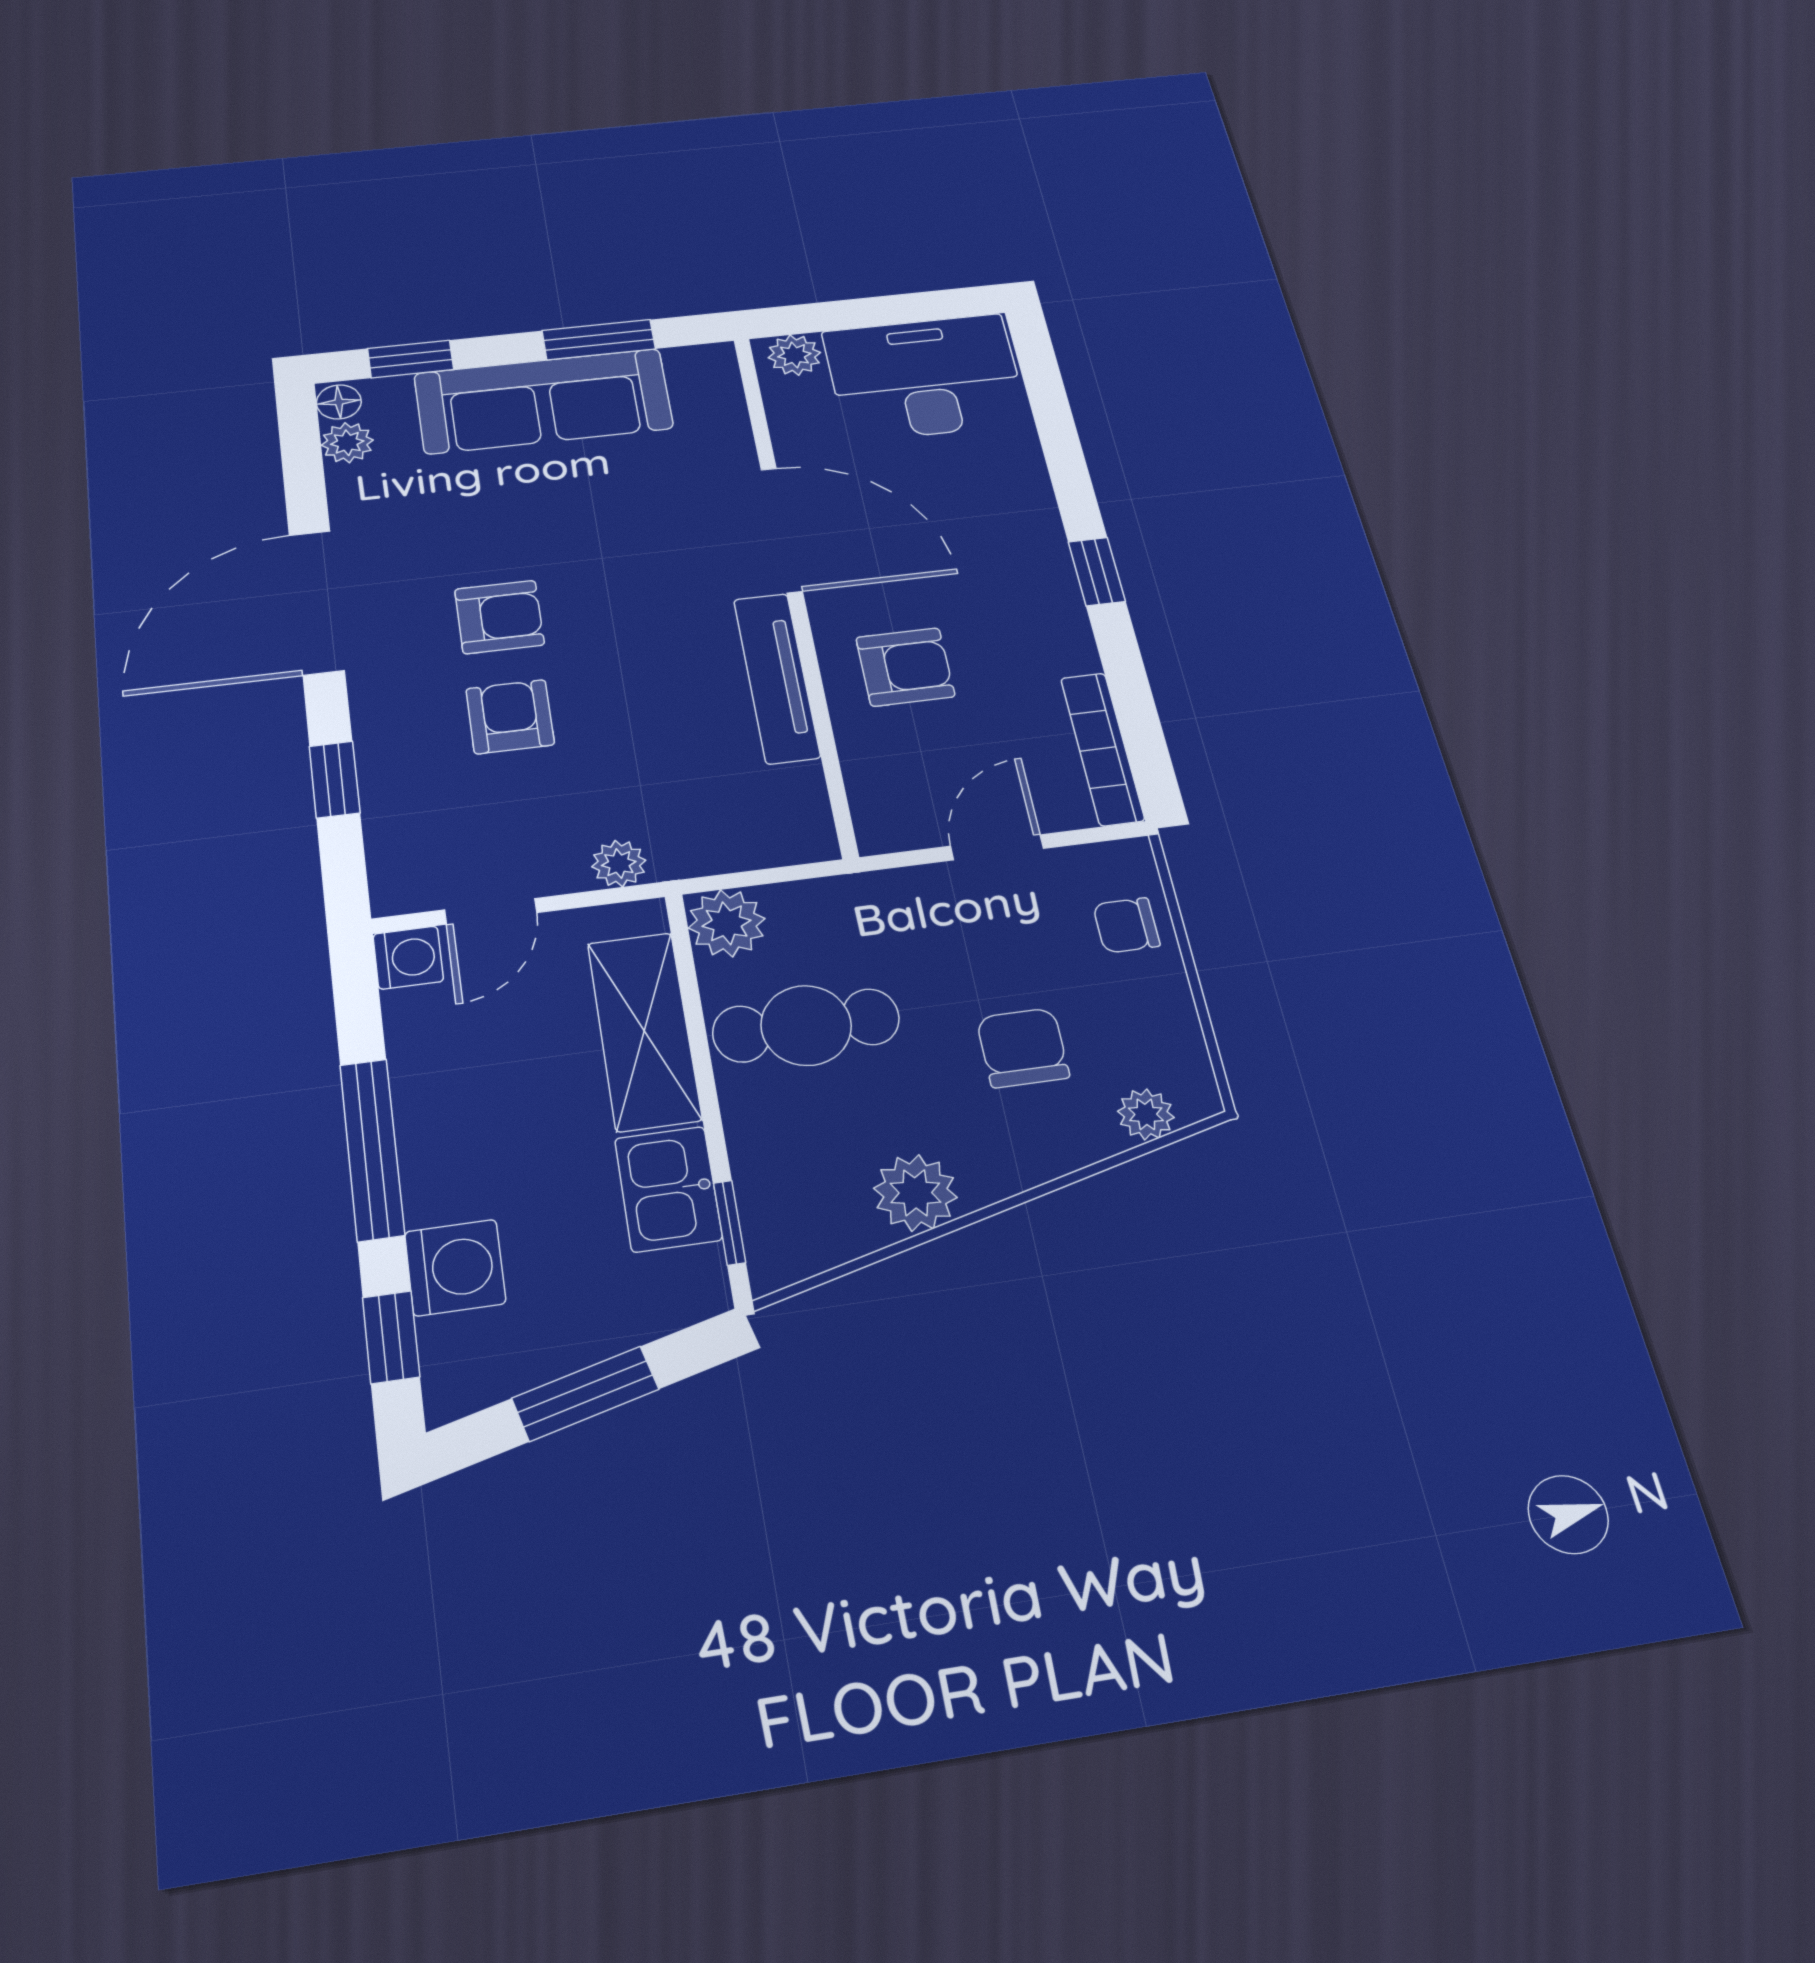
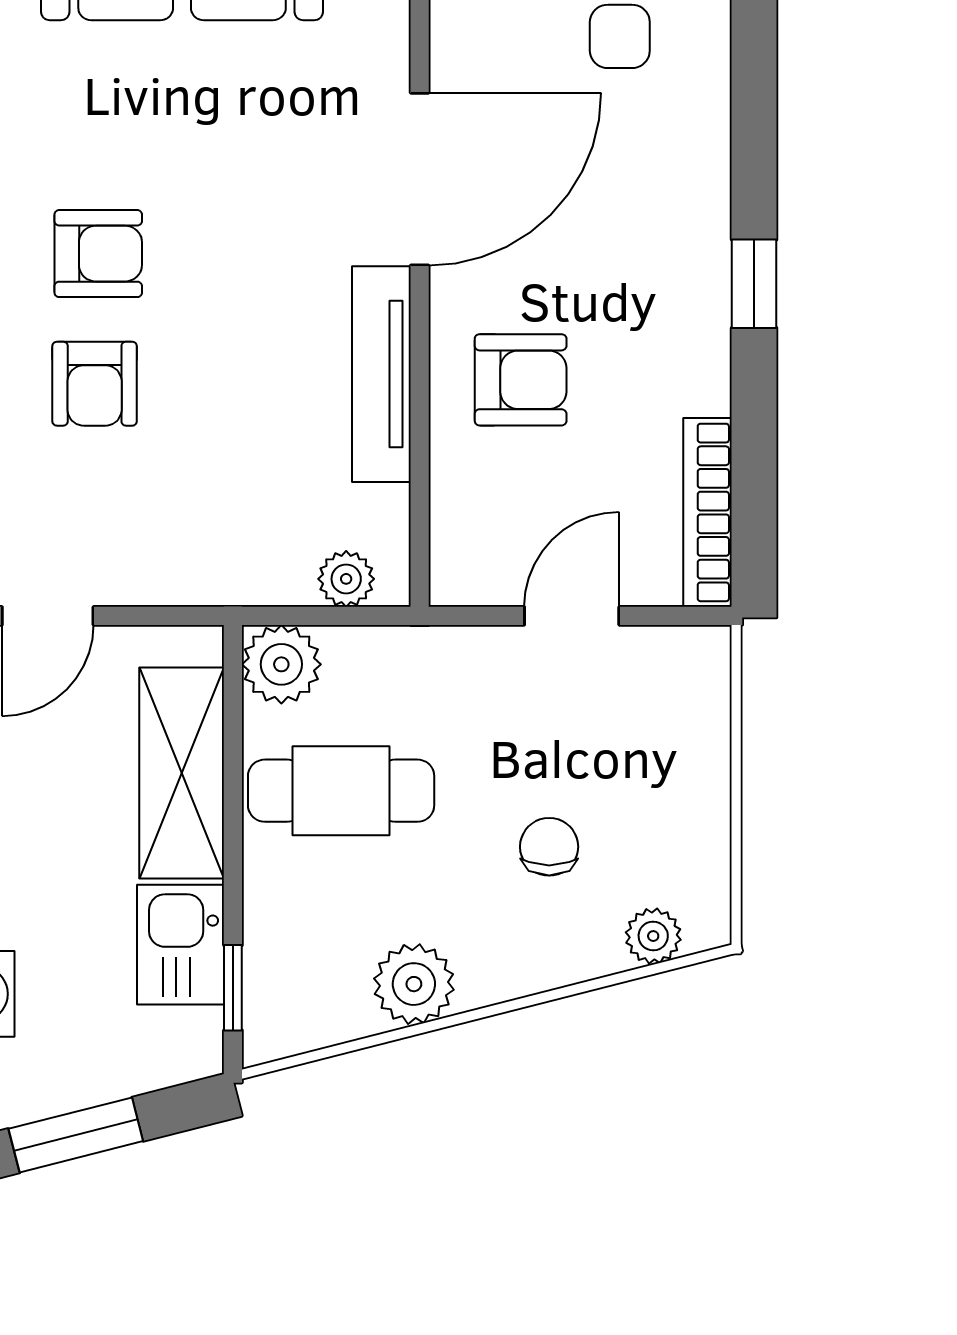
door: (782, 530) -> (420, 179), hinge flipped
armchair: (510, 717) -> (95, 384), turned 180
plant: (619, 864) -> (346, 579), moved
chair: (1126, 925) -> (683, 726), removed
chair: (1023, 1048) -> (549, 847), width x0.73, depth x0.73

